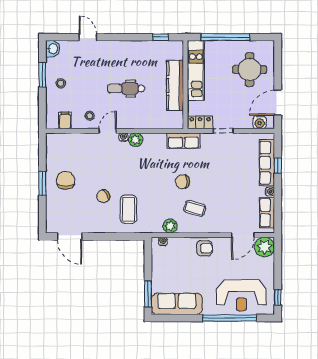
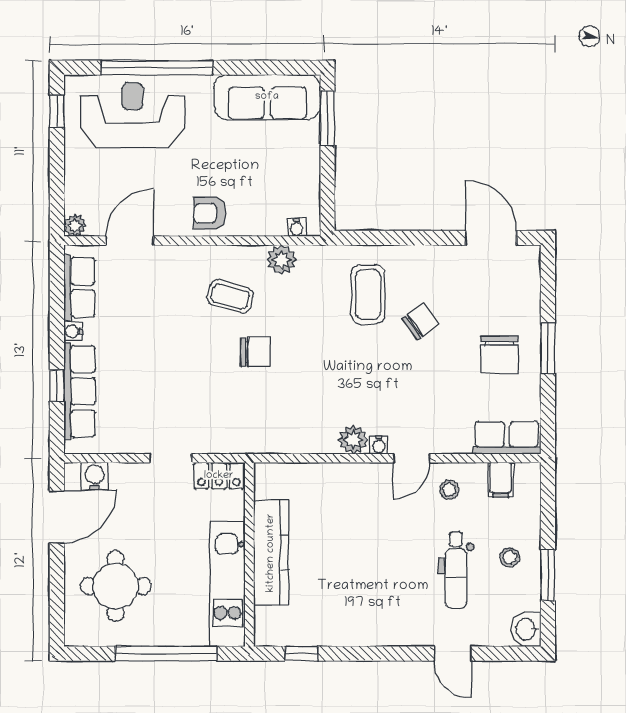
dental chair: (126, 89) -> (456, 570), moved, turned 90
row of seats: (184, 141) -> (507, 438), moved
plant: (264, 247) -> (75, 225), width x0.53, depth x0.53

